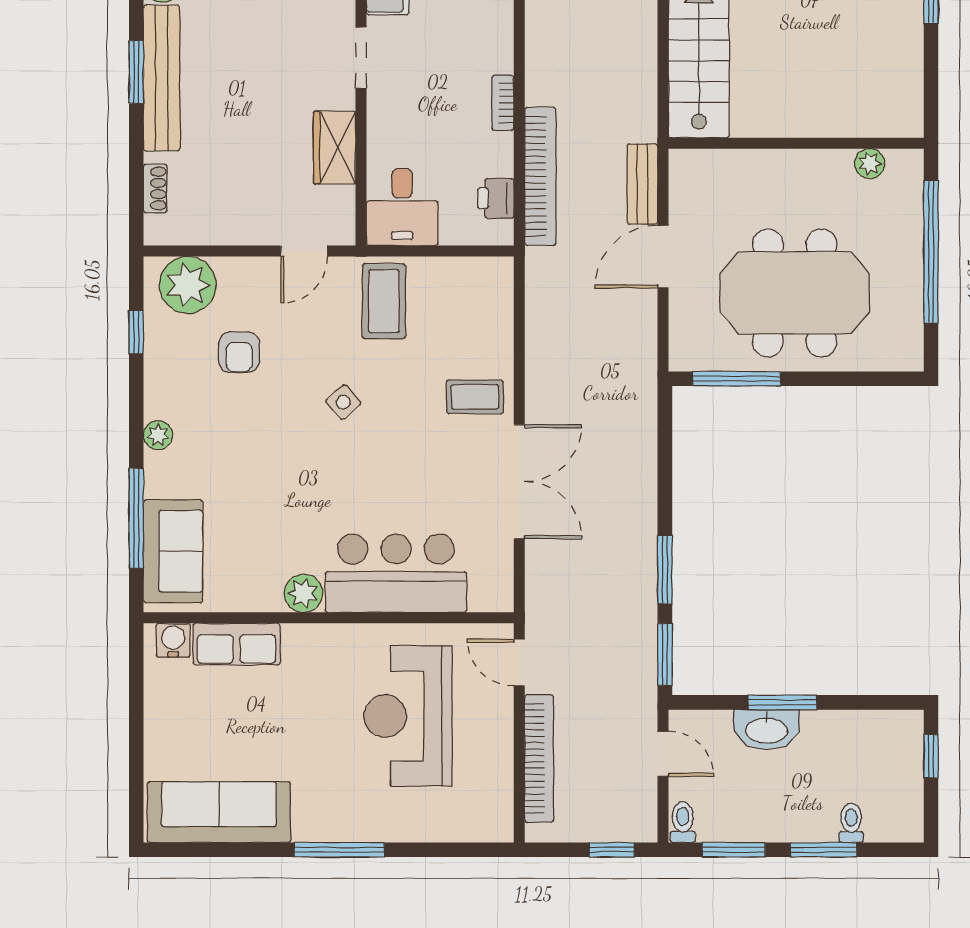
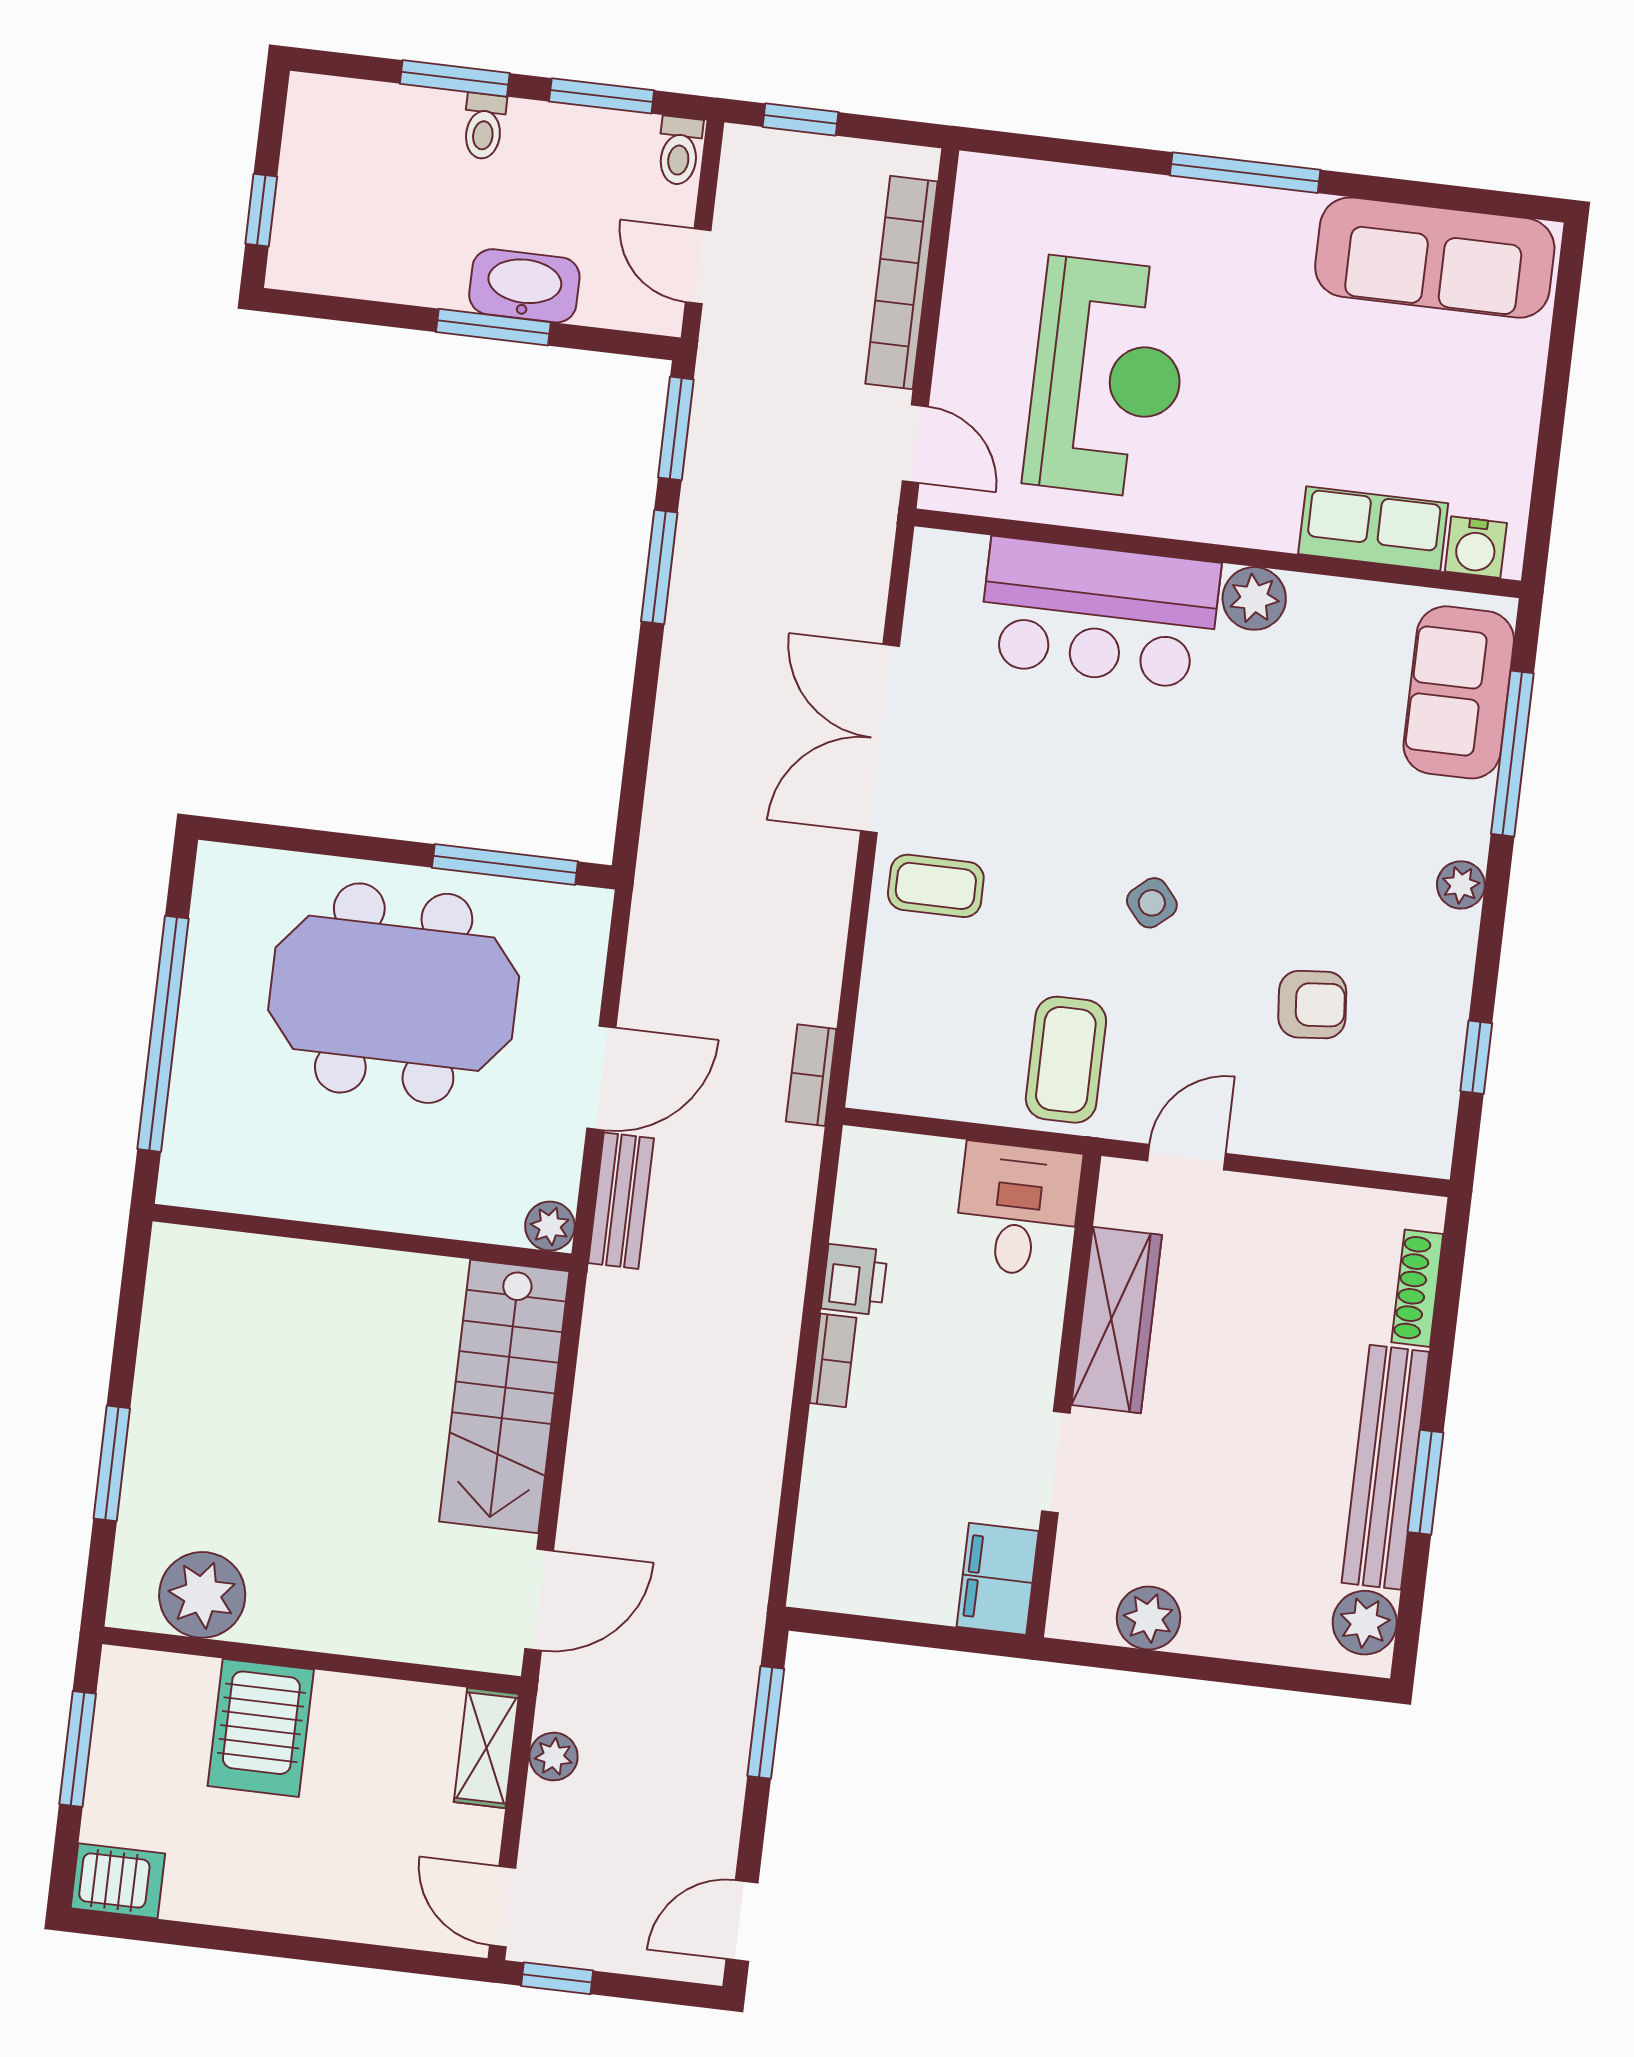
wardrobe: (334, 148) -> (1117, 1320), width x1.50
plant: (870, 164) -> (550, 1226), moved
bookcase: (540, 176) -> (811, 1075), moved, width x0.43, depth x0.76
shoe rack: (155, 188) -> (1417, 1288), width x1.43
printer: (496, 198) -> (854, 1280), moved
plant: (188, 285) -> (1383, 1124), removed
armchair: (239, 352) -> (1312, 1005), turned 85
toilet: (851, 823) -> (484, 126), moved

